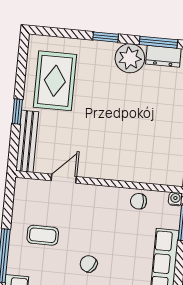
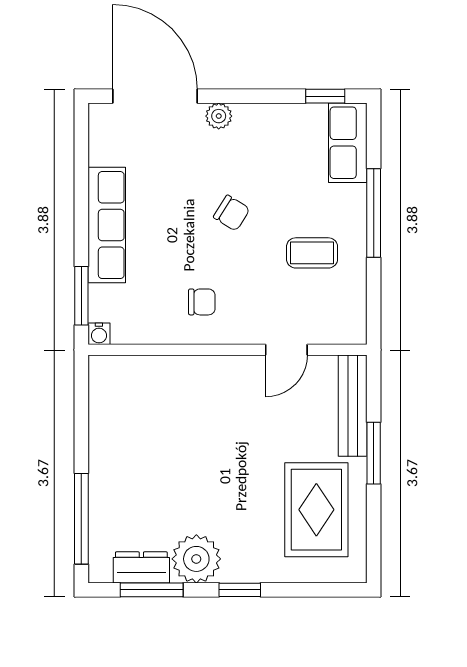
window: (17, 112) -> (374, 453), width x1.50
chair: (139, 201) -> (202, 302), moved

